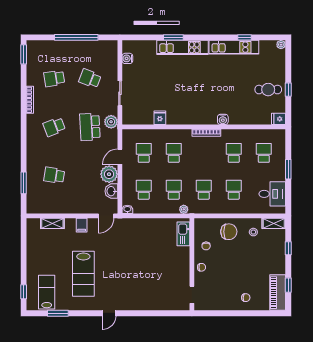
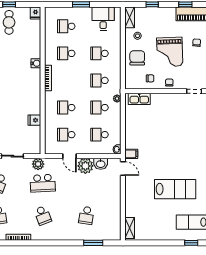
shelving: (52, 223) -> (130, 228), moved
filing cabinet: (82, 225) -> (131, 154), moved
grand piano: (235, 268) -> (170, 52), added

